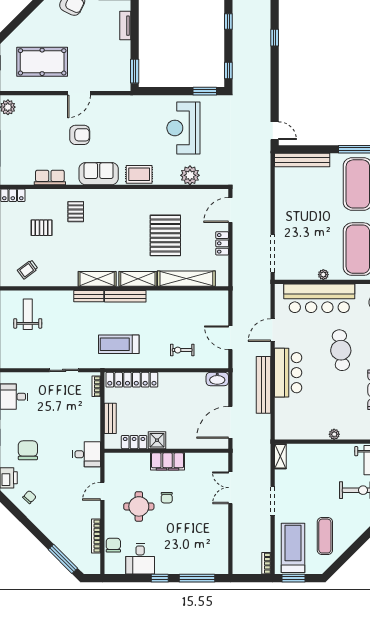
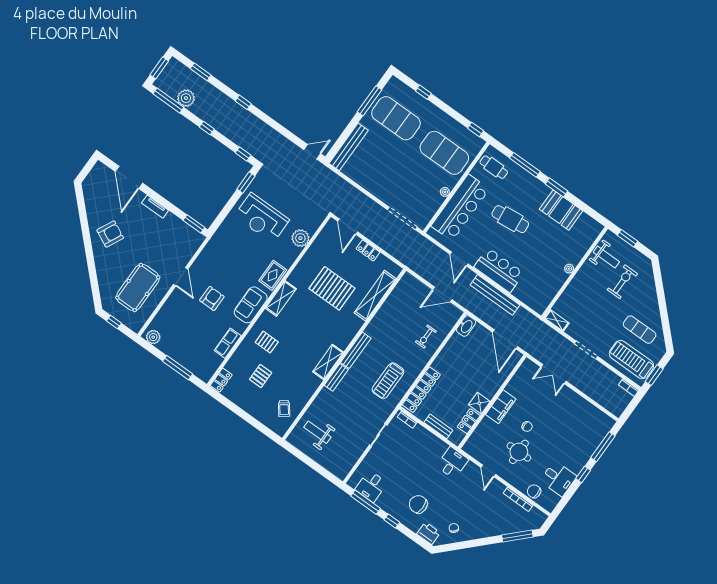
shelving: (138, 279) -> (281, 298), moved

